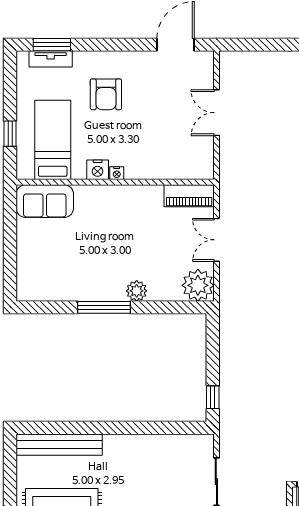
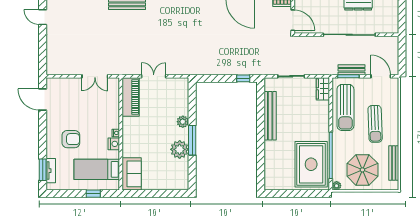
double door: (216, 113) -> (95, 76), moved
piano: (189, 196) -> (131, 97), width x1.37, depth x1.33
double door: (216, 240) -> (154, 76), swing flipped
plant: (198, 285) -> (180, 149), moved
bench: (59, 445) -> (270, 116), moved

